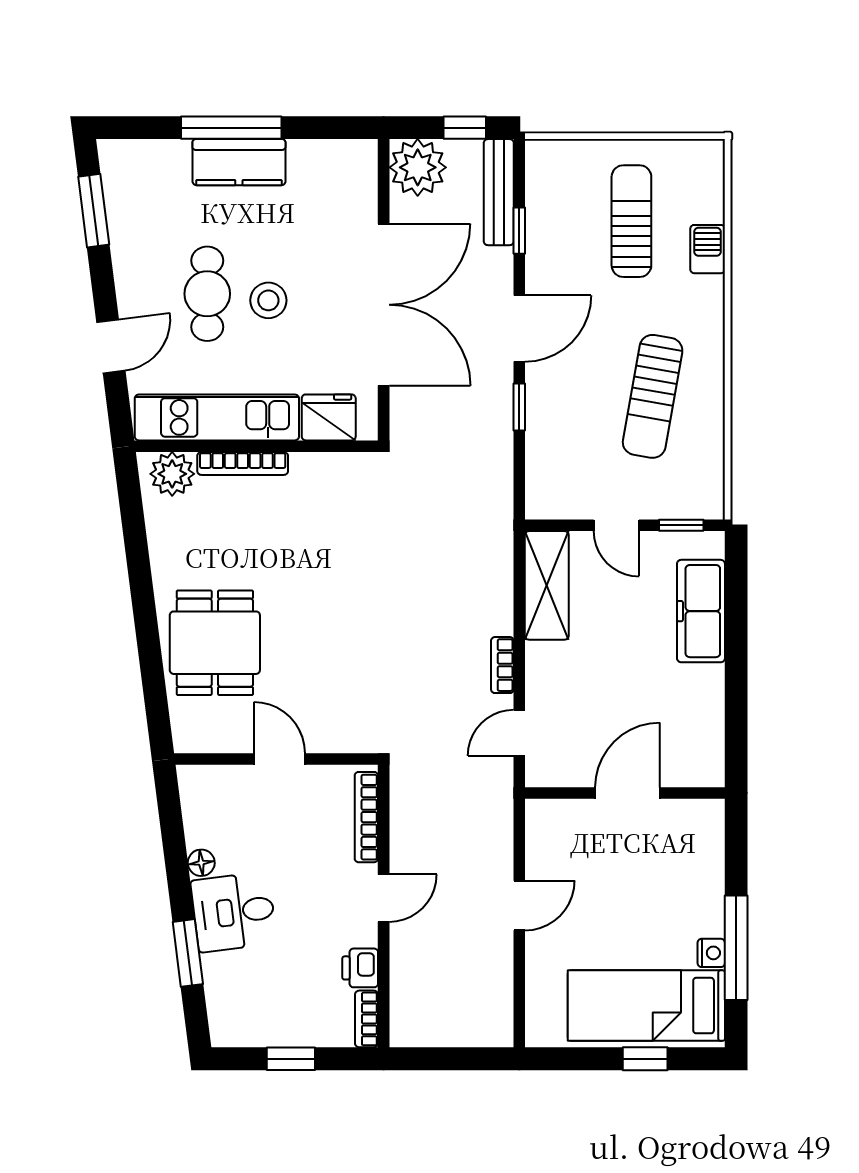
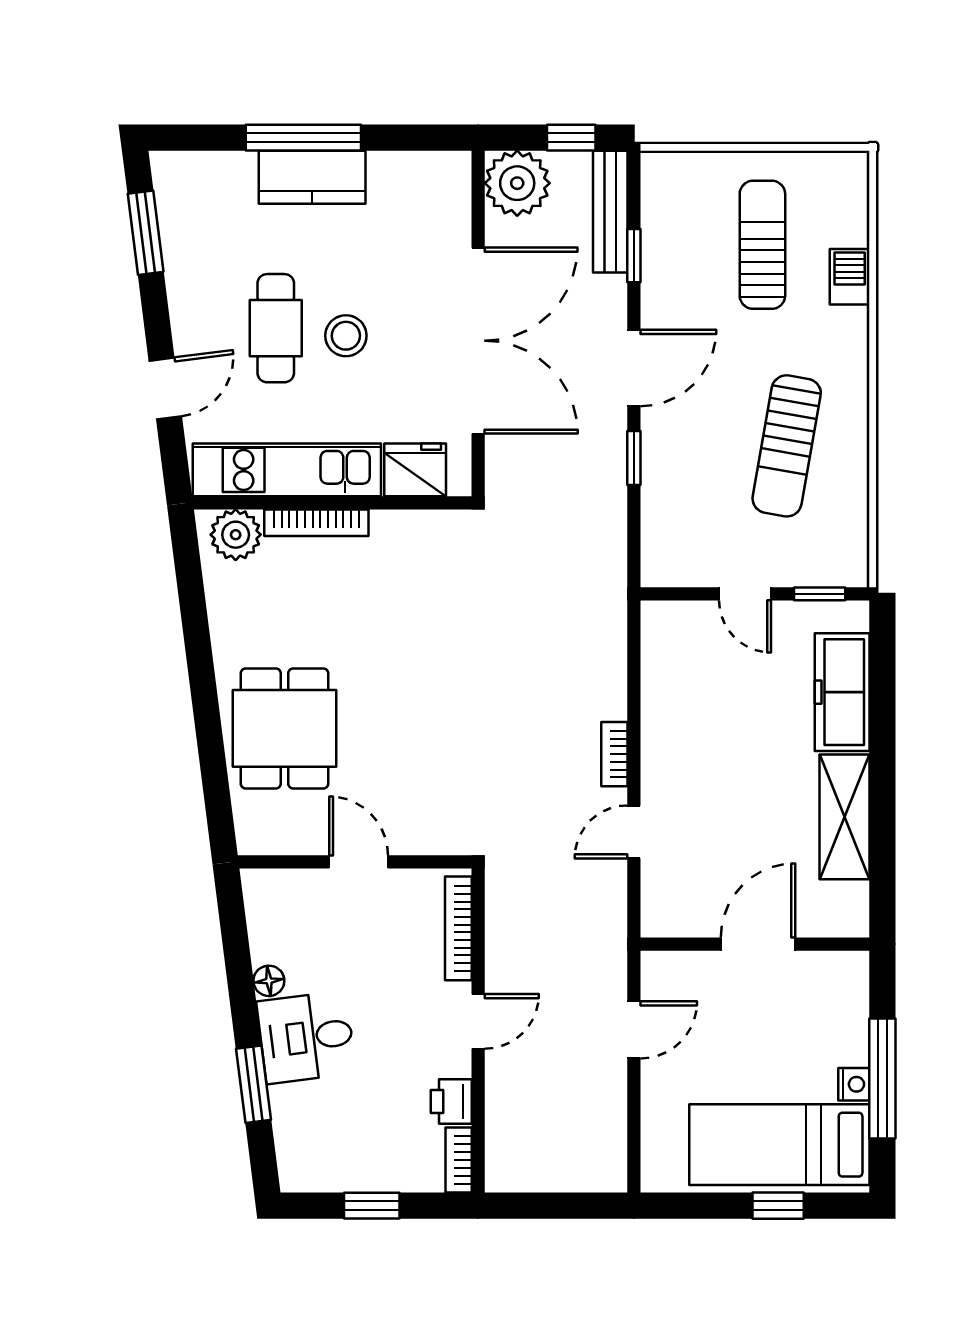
shelving: (547, 585) -> (844, 817), moved
wall: (625, 793) -> (755, 944), moved
door: (628, 793) -> (758, 944), moved

